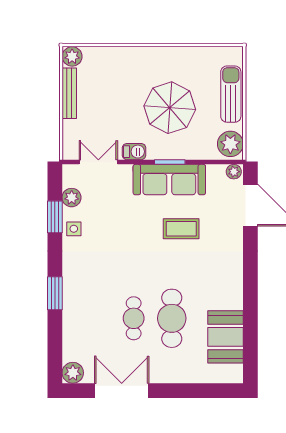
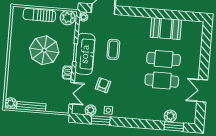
double door: (98, 162) -> (72, 93), swing flipped
armchair: (117, 216) -> (103, 85), added
window: (55, 293) -> (174, 126), moved
cafe table: (134, 318) -> (162, 81), width x1.37, depth x1.35
booth: (226, 337) -> (166, 28), moved
plant: (73, 373) -> (170, 116), moved
double door: (122, 391) -> (202, 91), width x0.73

